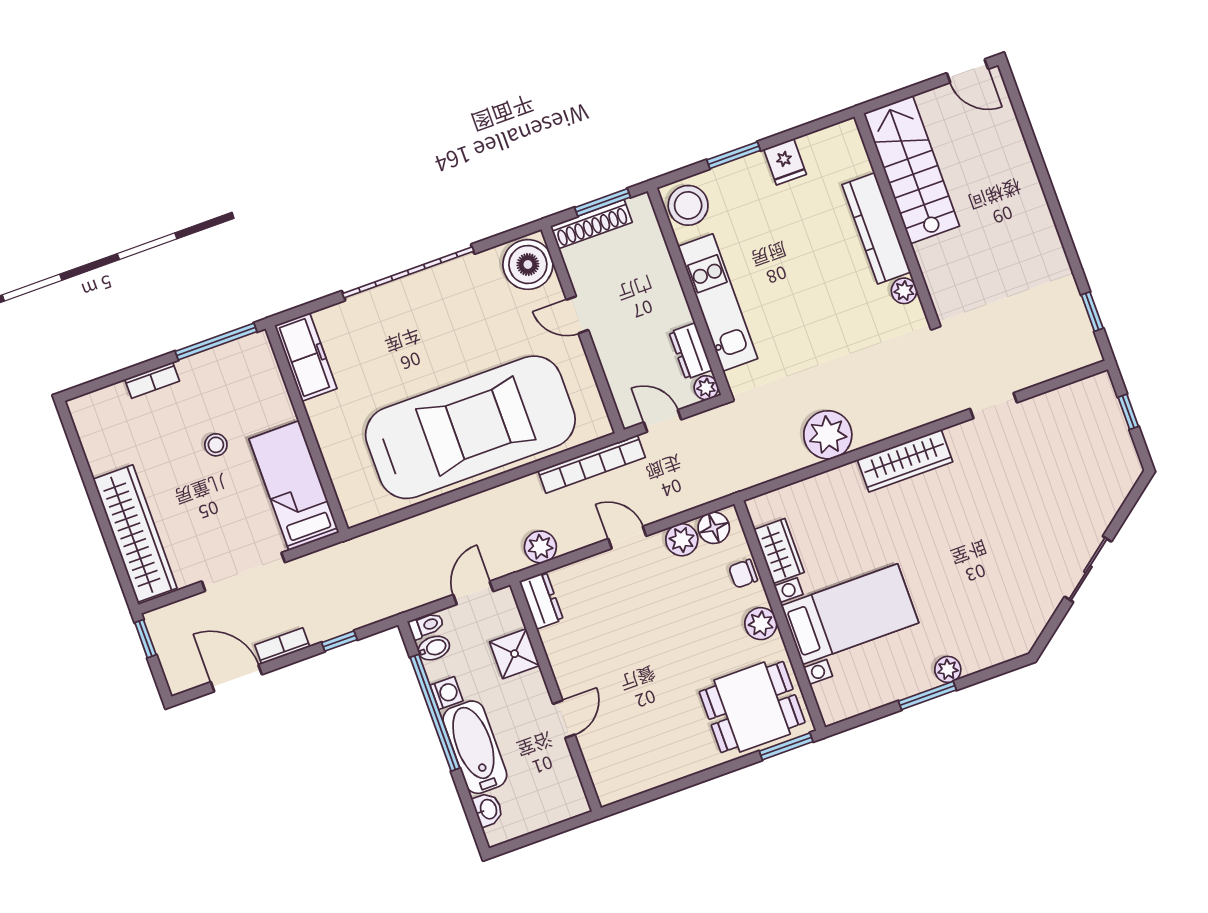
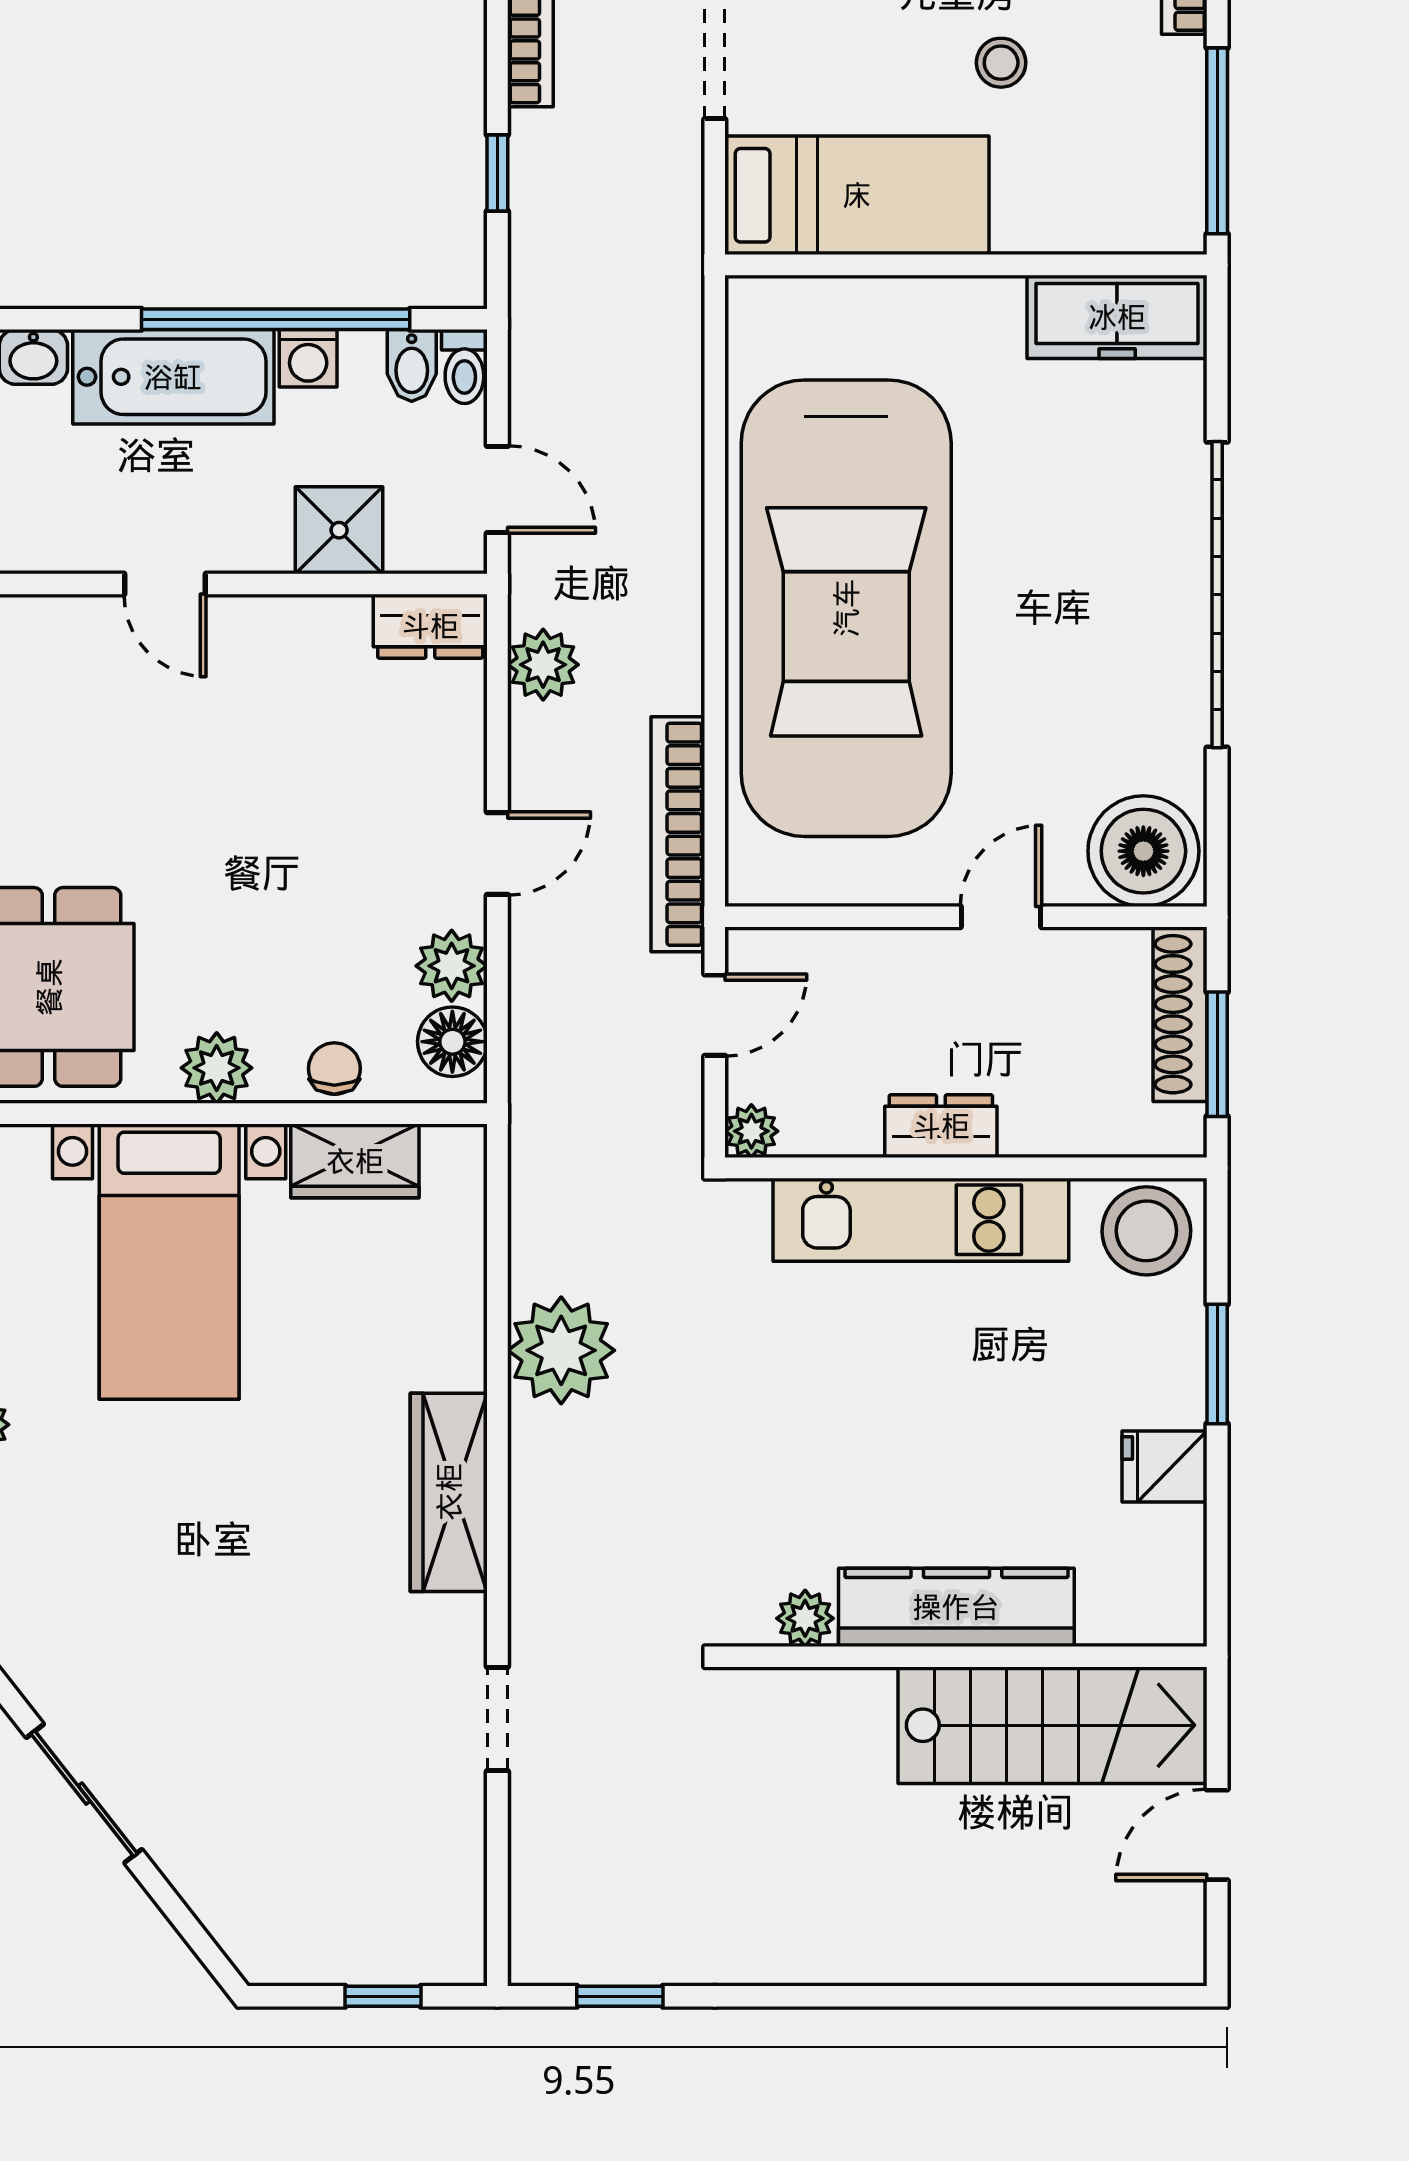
door: (967, 71) -> (1217, 1835), moved
dresser: (691, 351) -> (941, 1126), moved

